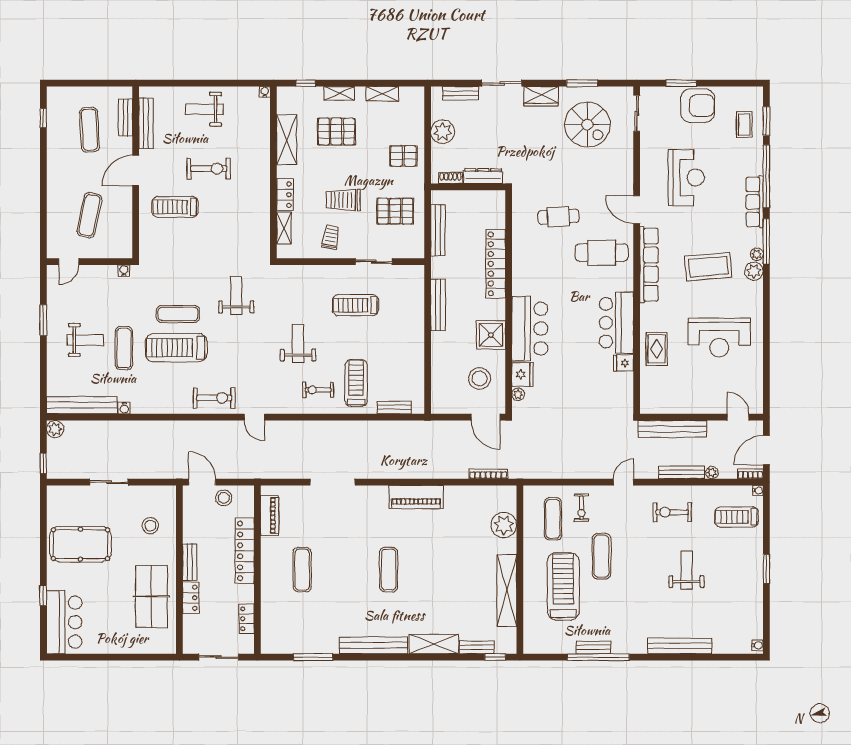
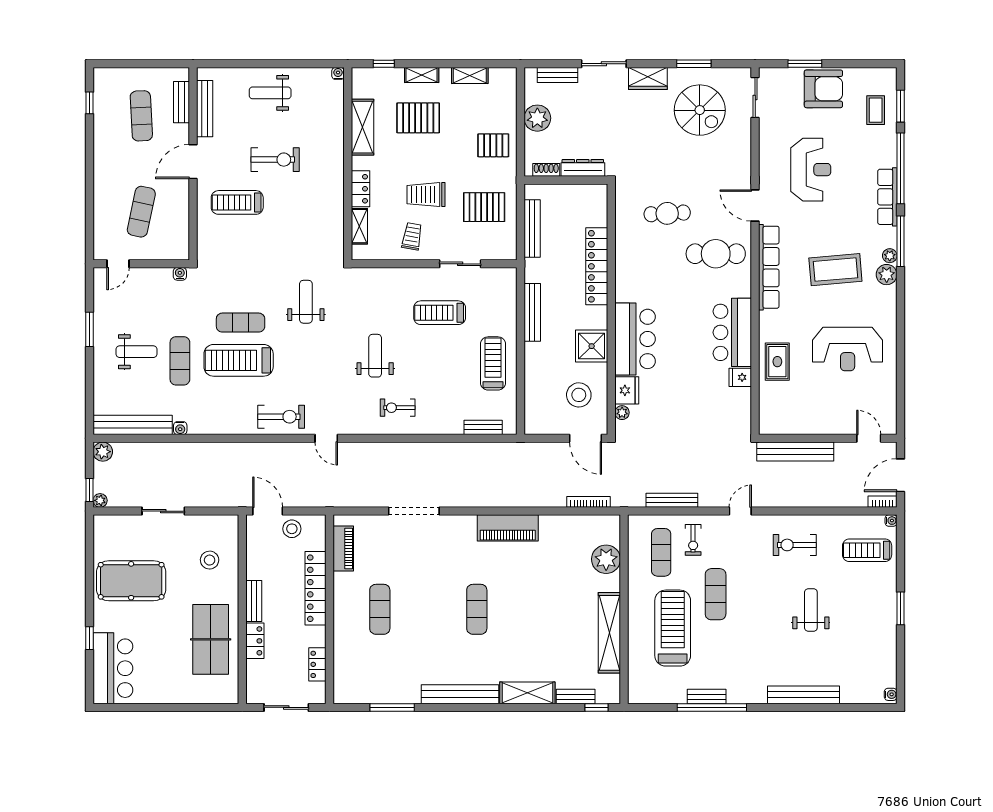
treadmill: (356, 383) -> (493, 363), moved
bench: (682, 472) -> (672, 500), moved
plant: (712, 473) -> (100, 500), moved

